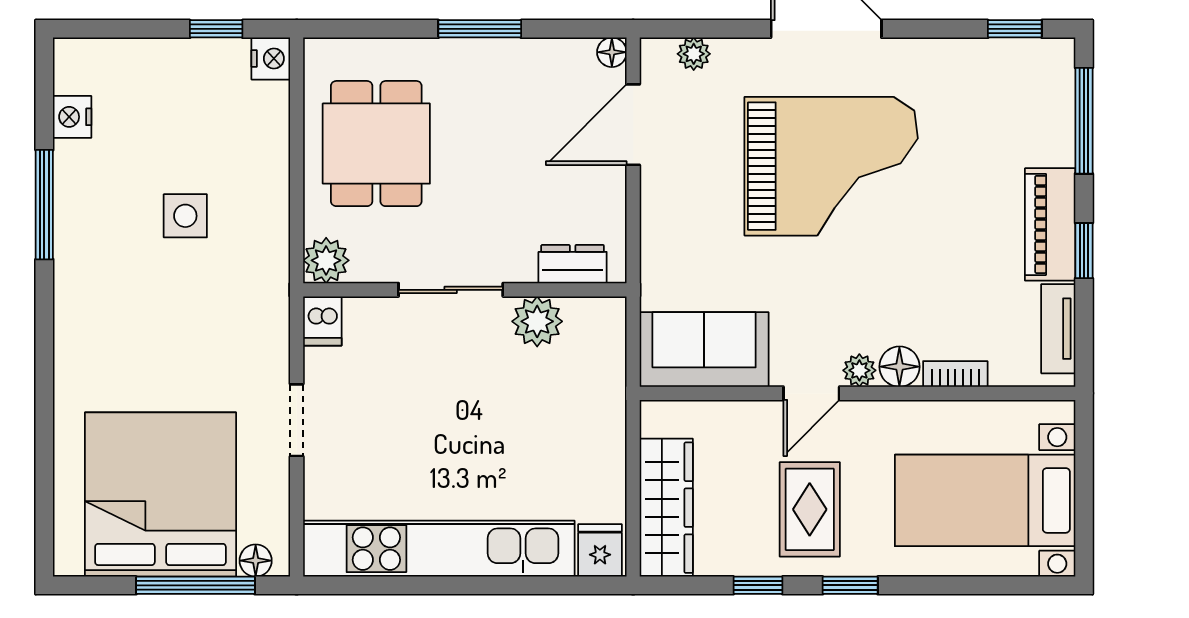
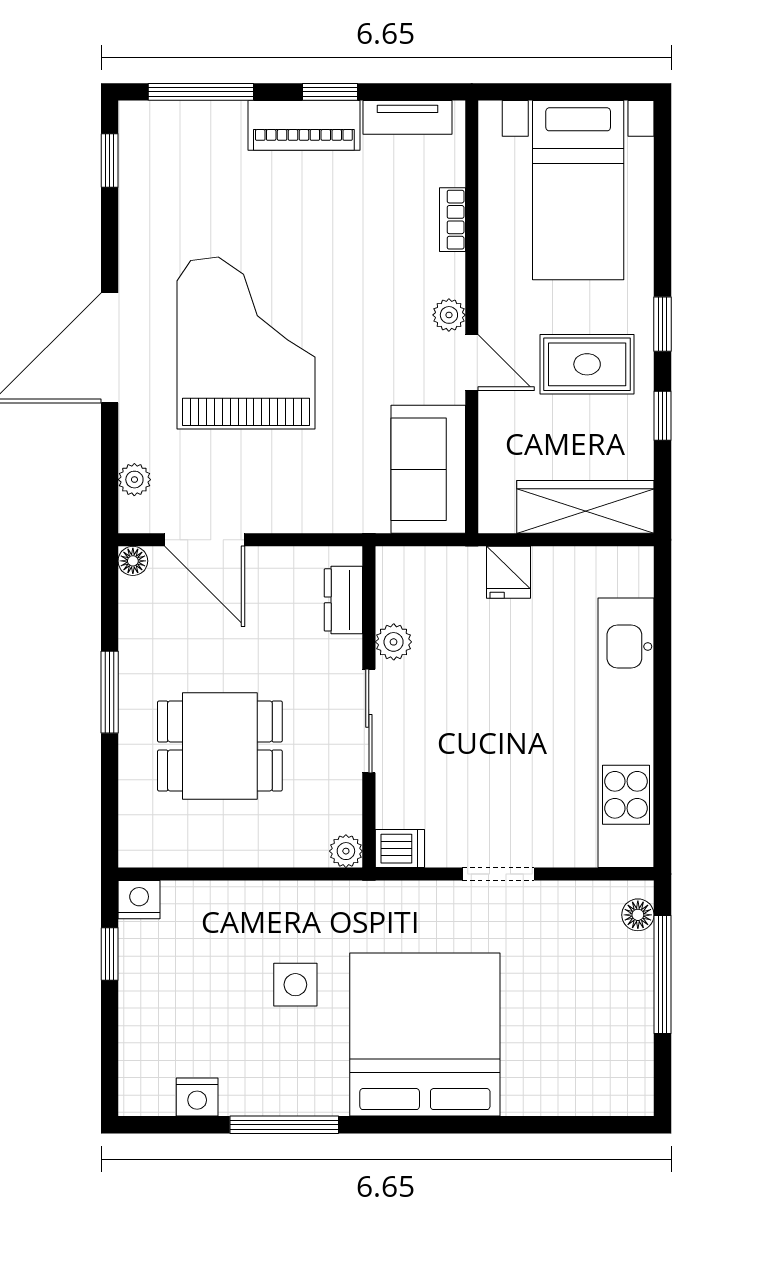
dining table: (376, 144) -> (220, 746), moved
plant: (326, 260) -> (346, 851), width x0.73, depth x0.73
plant: (537, 321) -> (394, 642), width x0.73, depth x0.73
floor lamp: (899, 367) -> (445, 275), removed
bed: (160, 495) -> (425, 1035), moved, turned 90
fridge: (600, 550) -> (508, 572), moved, turned -90

